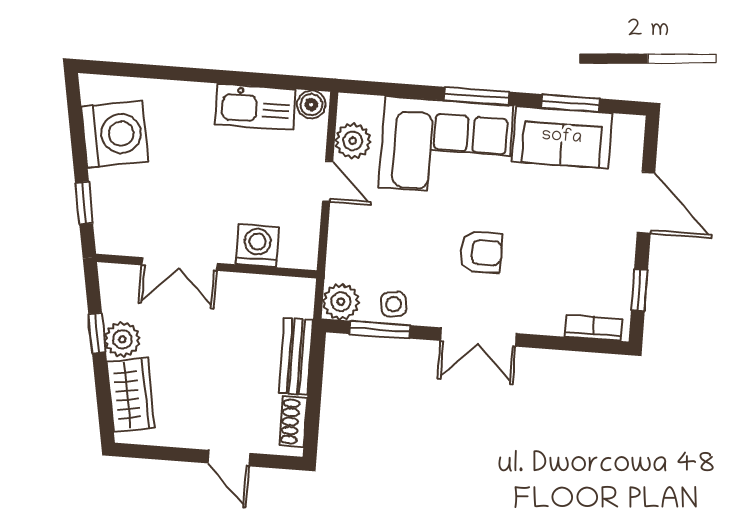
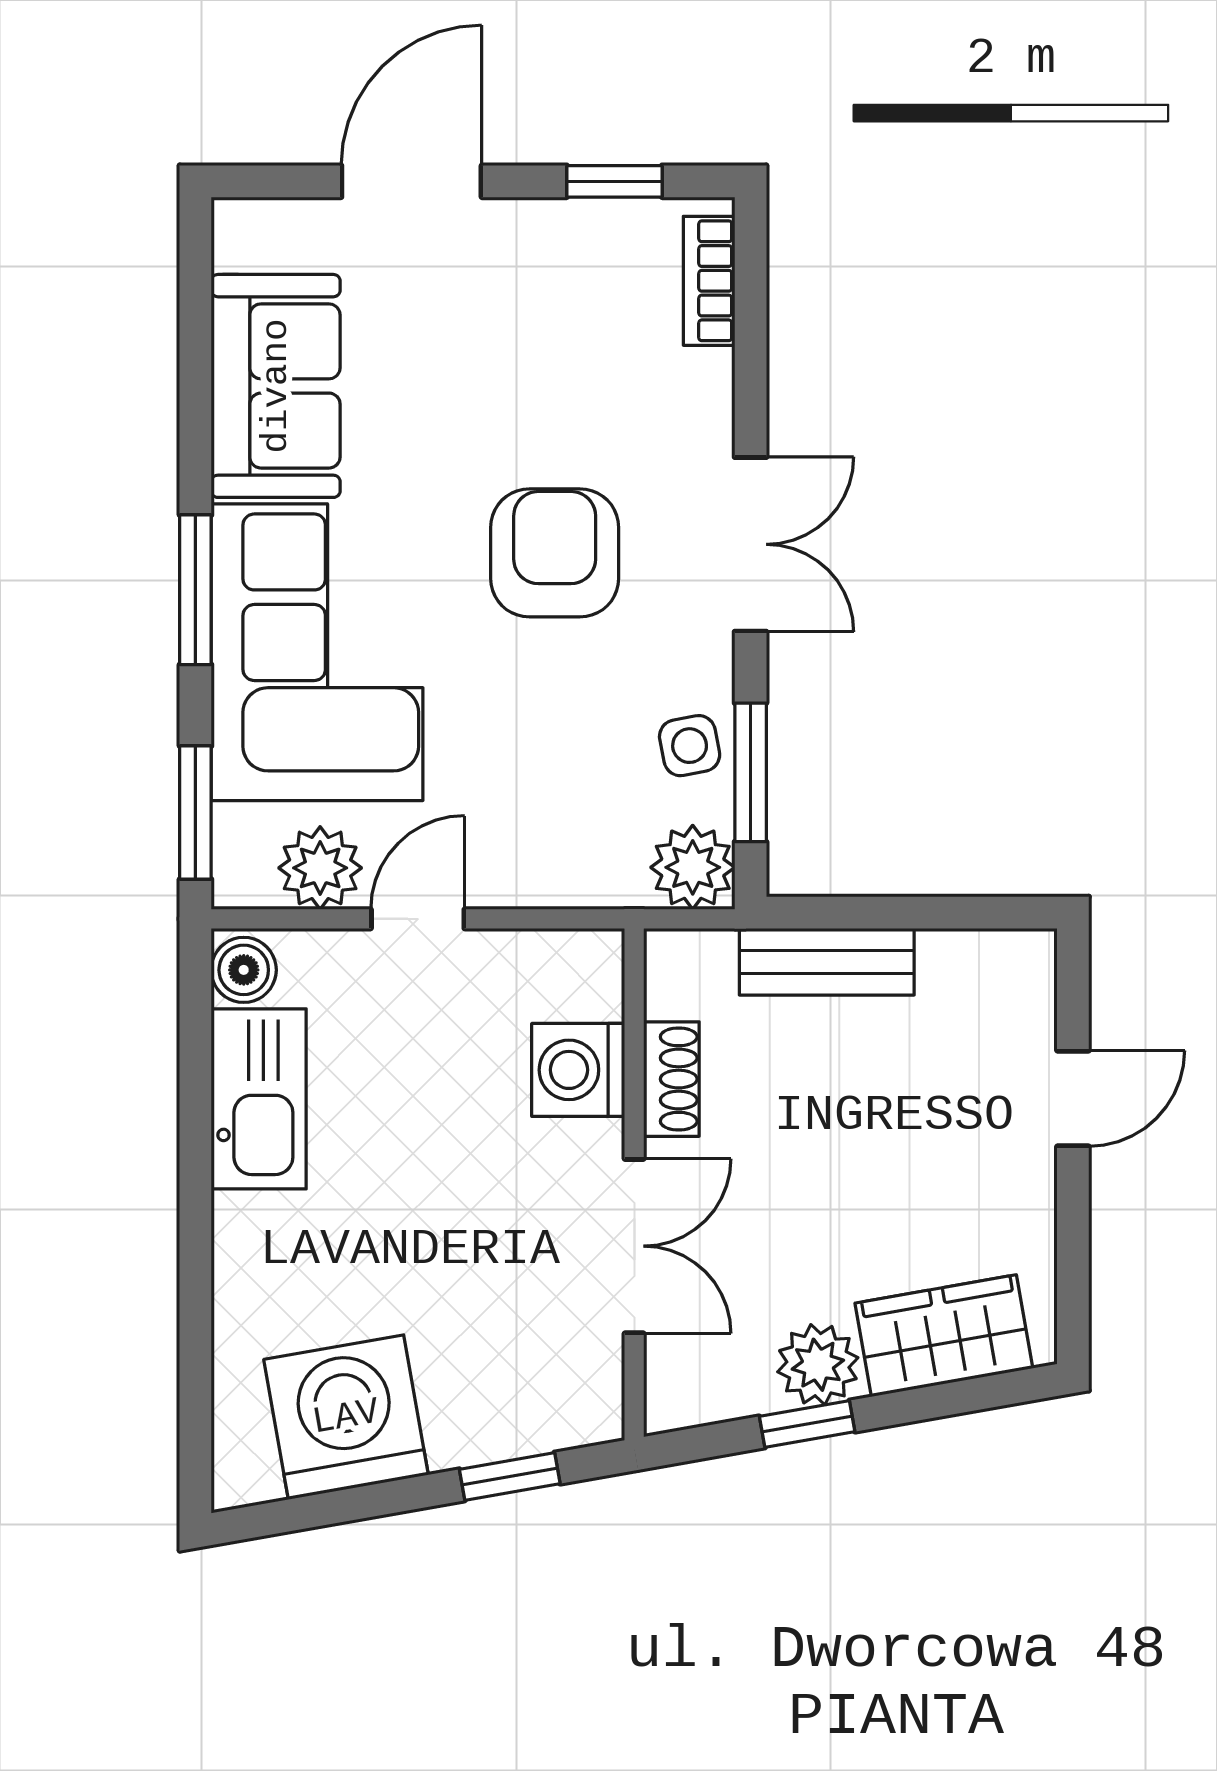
window: (570, 103) -> (195, 813), moved
armchair: (481, 252) -> (555, 553), width x1.38, depth x1.38
shoe rack: (293, 422) -> (671, 1079), moved, turned -90

